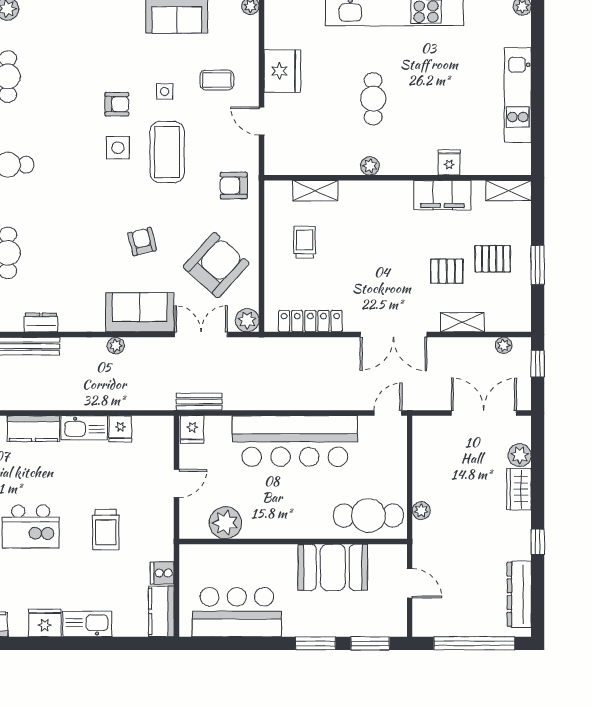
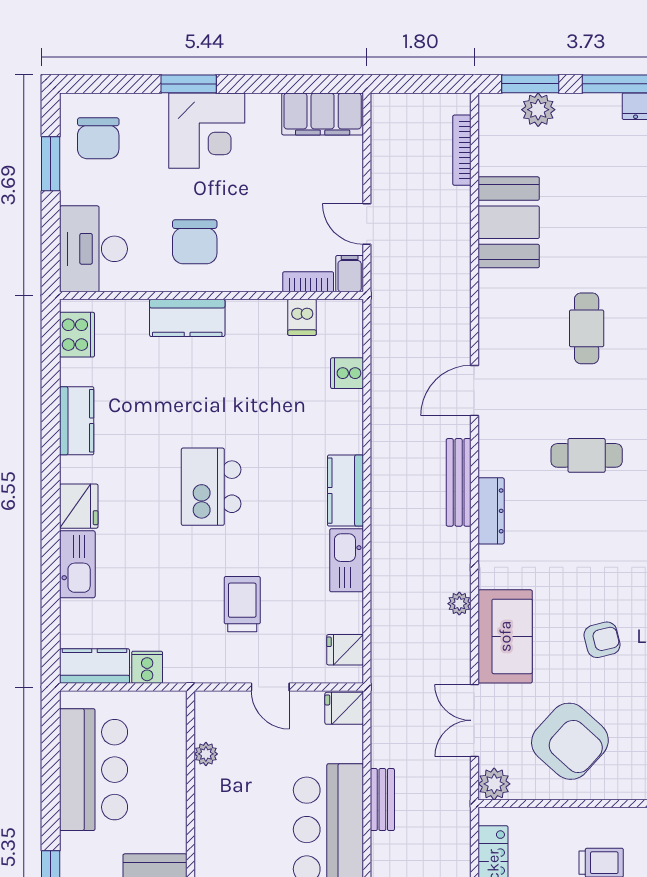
dresser: (41, 322) -> (491, 511), width x1.44
double door: (201, 335) -> (474, 720), swing flipped
bench: (199, 402) -> (382, 800), moved
fridge: (120, 429) -> (345, 650), moved
plant: (225, 523) -> (206, 754), width x0.53, depth x0.53
trolley: (106, 530) -> (242, 604), moved, turned 90

